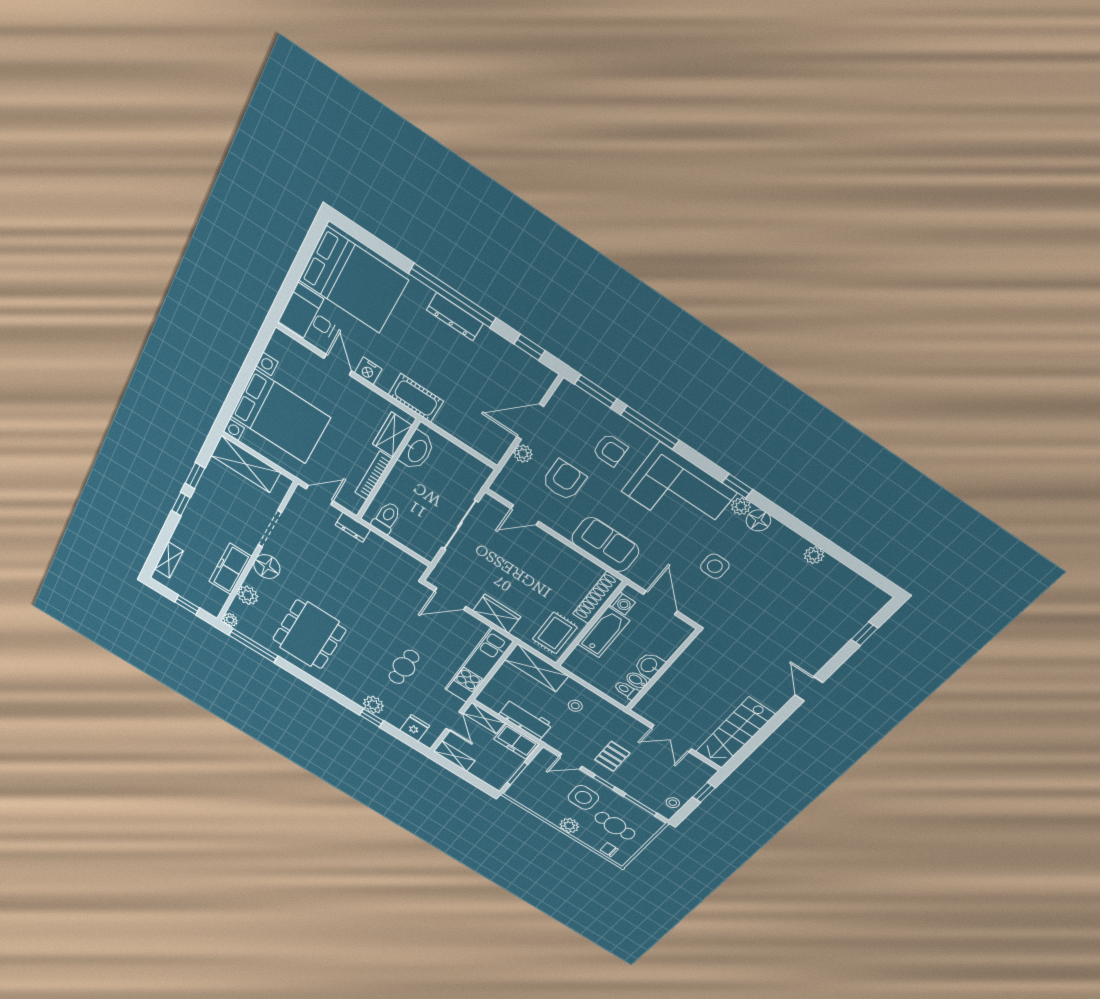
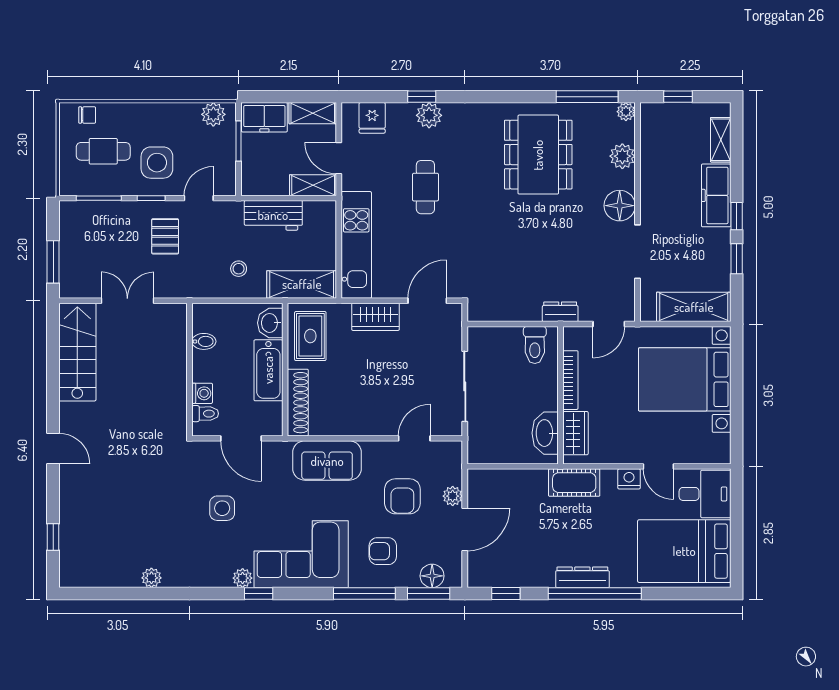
floor lamp: (758, 520) -> (432, 576), moved
freezer: (230, 569) -> (716, 195), moved, turned 180
washing machine: (622, 604) -> (202, 393), moved, turned 180
washbasin: (649, 665) -> (270, 323), moved, turned 180
toilet: (626, 690) -> (205, 414), moved
freezer: (516, 741) -> (264, 117), moved, turned 180
window: (704, 792) -> (53, 262), width x1.50
stool: (673, 803) -> (71, 226), removed
plant: (569, 826) -> (213, 114), moved

